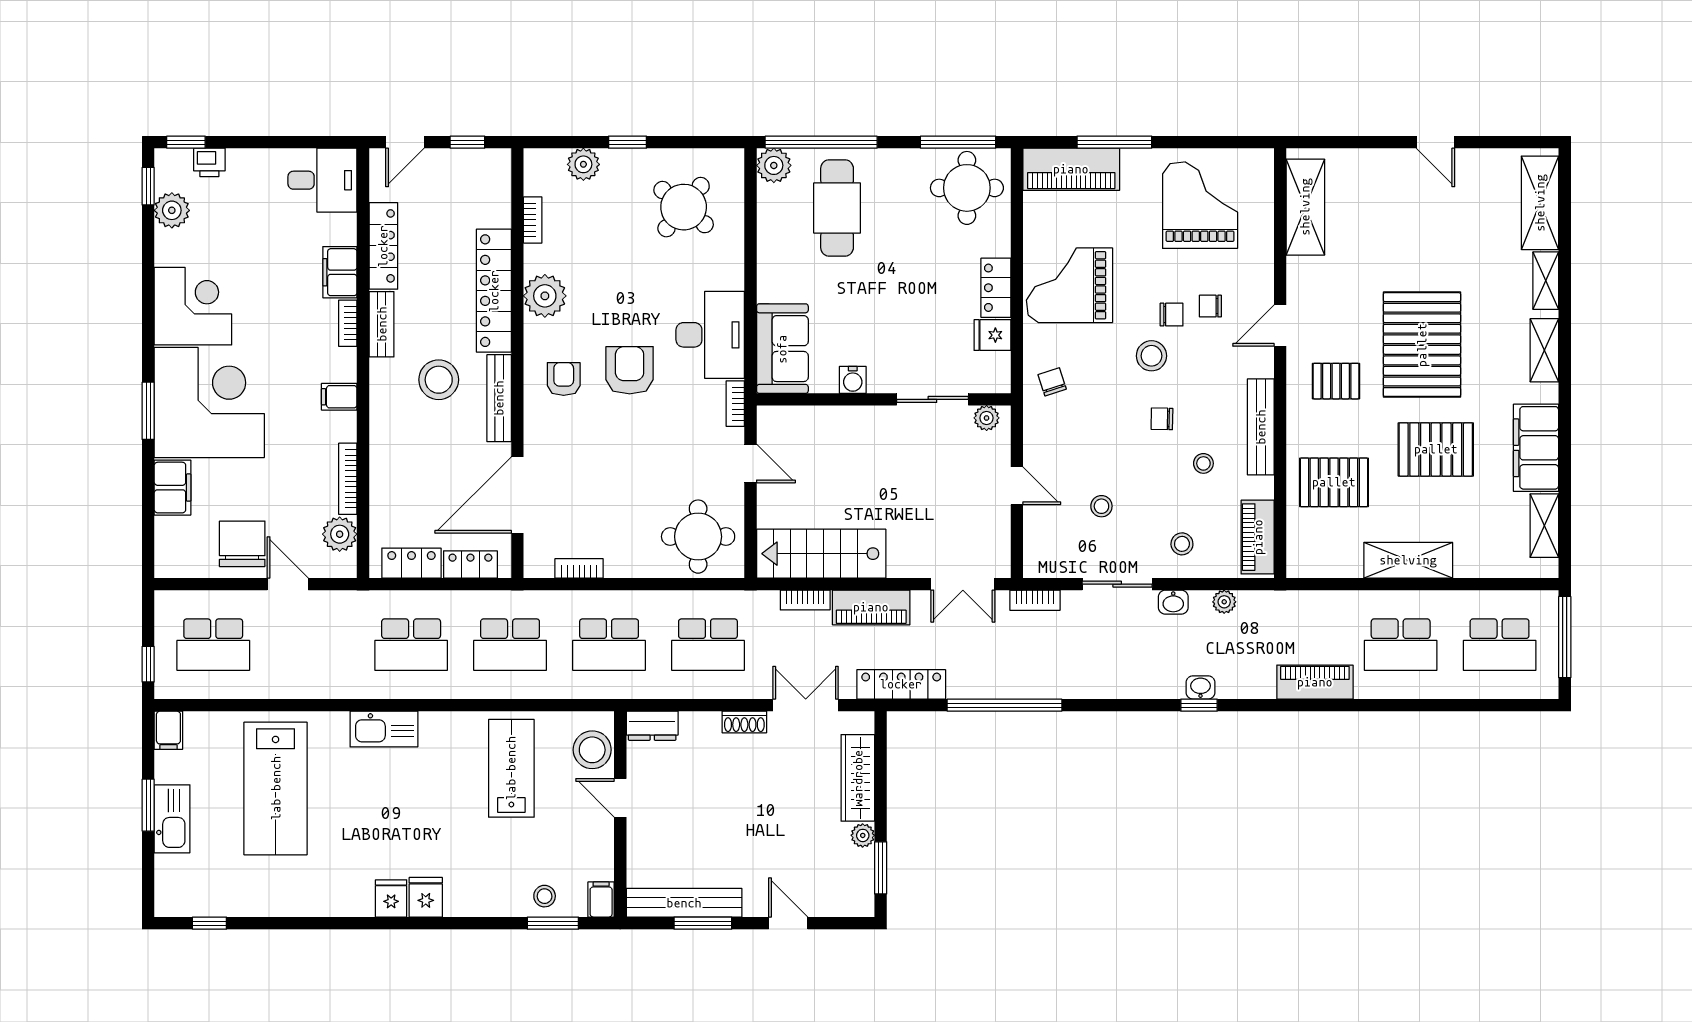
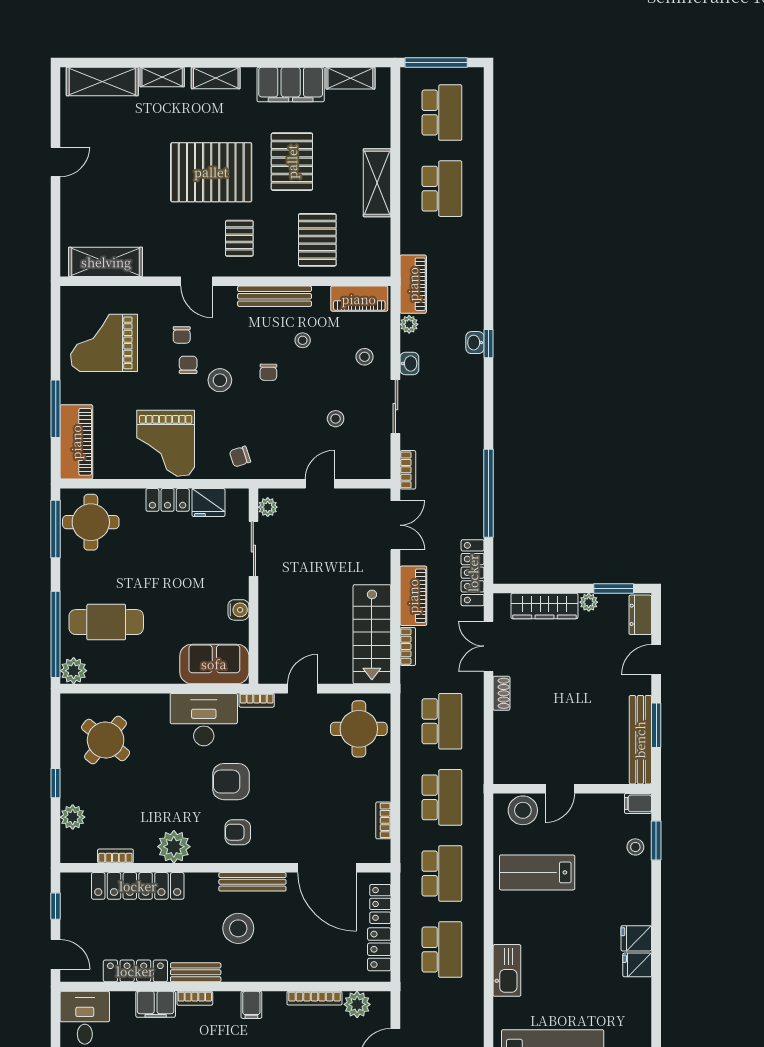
locker: (494, 291) -> (138, 886), moved
fridge: (992, 335) -> (209, 503), width x1.38
piano: (1315, 682) -> (413, 284), moved, turned 180
dresser: (652, 726) -> (640, 615), moved, turned 180

